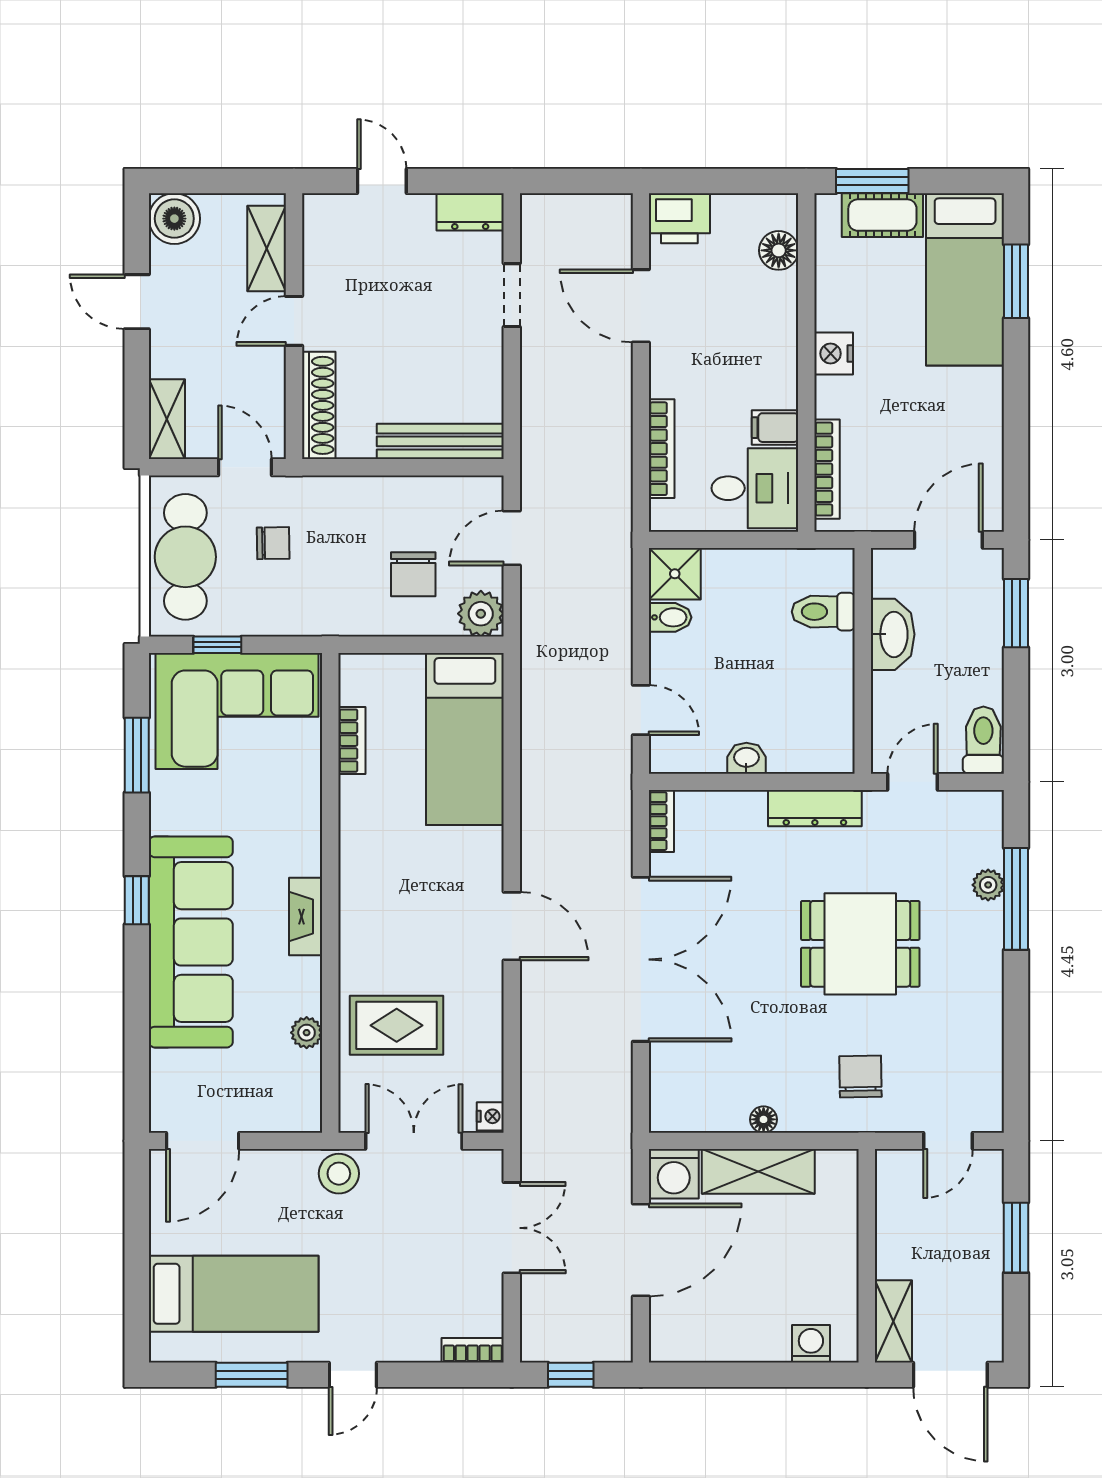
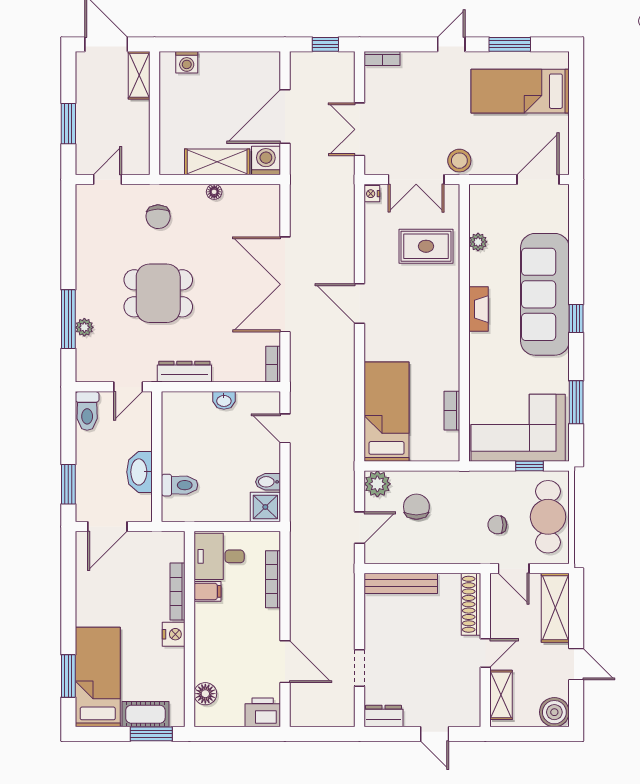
shelving: (167, 419) -> (555, 608), width x1.50, depth x1.33
bookcase: (827, 469) -> (177, 591), moved

